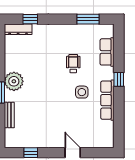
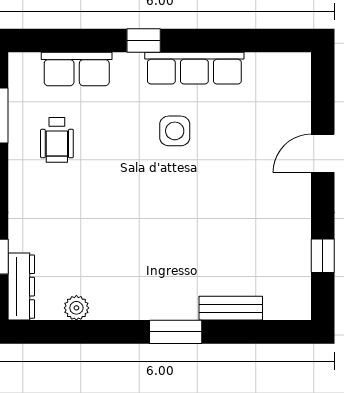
wheelchair: (73, 64) -> (57, 140), moved, turned -90
plant: (14, 81) -> (76, 308), moved, width x0.53, depth x0.53

